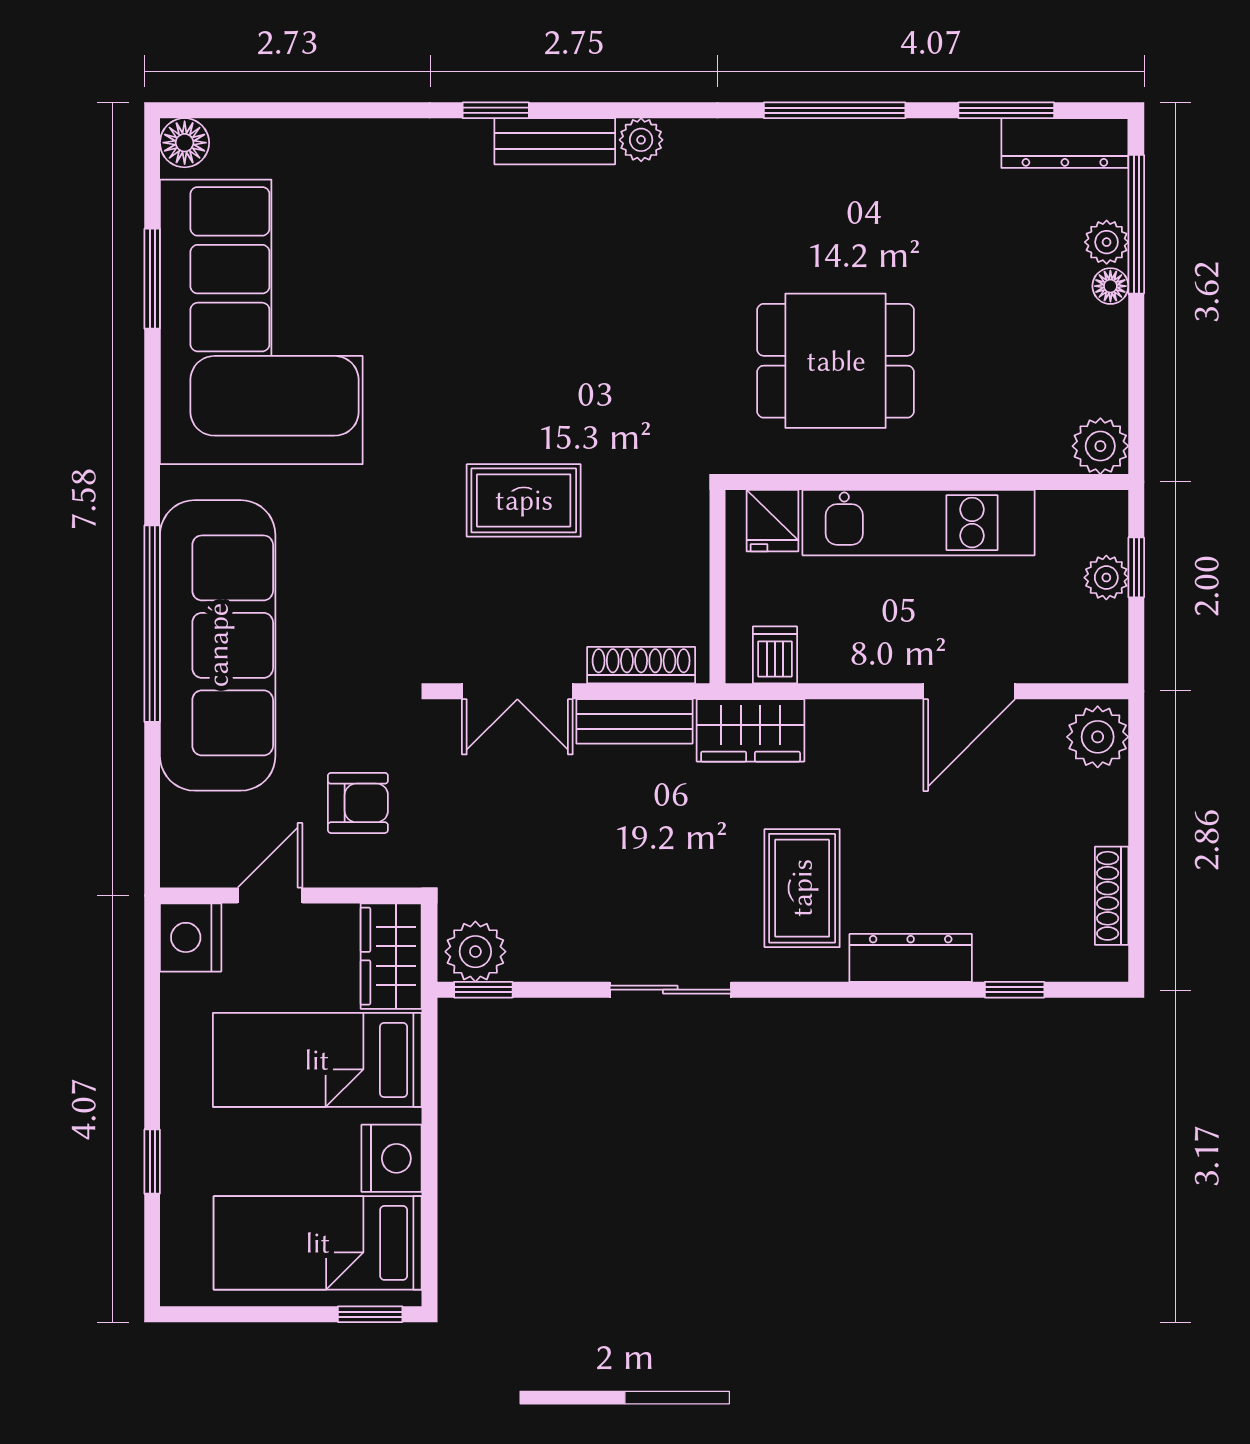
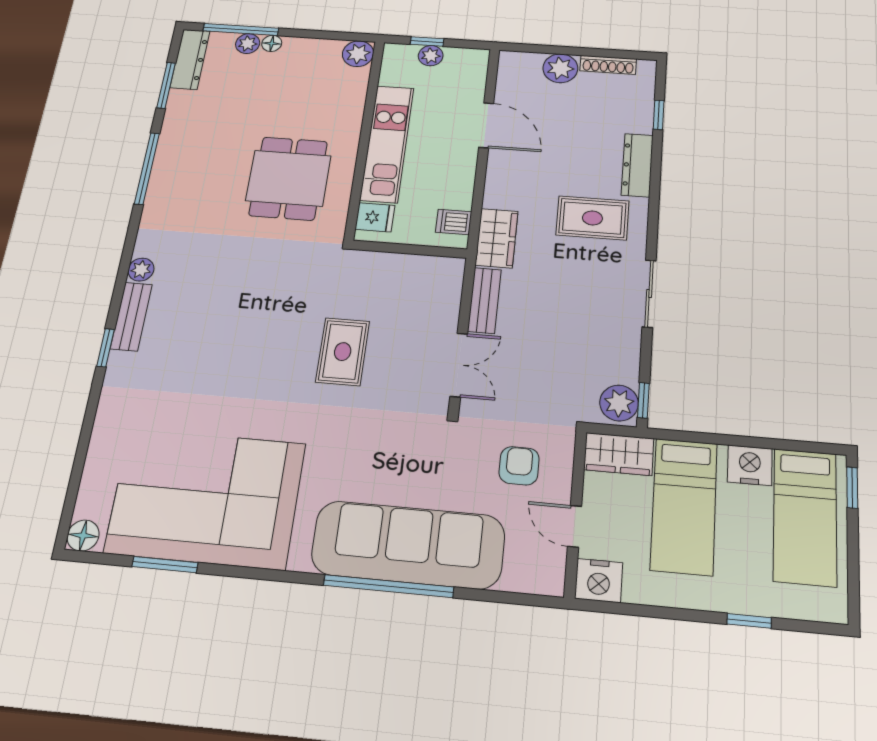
shoe rack: (641, 665) -> (451, 294), removed
plant: (1098, 737) -> (560, 68), moved

